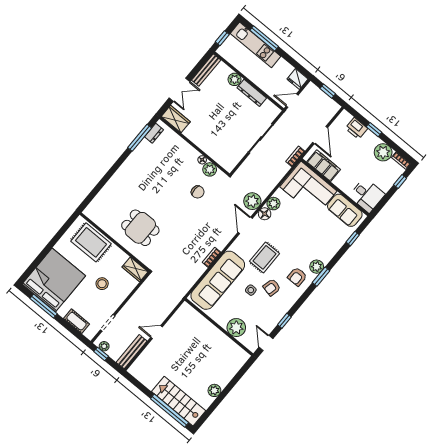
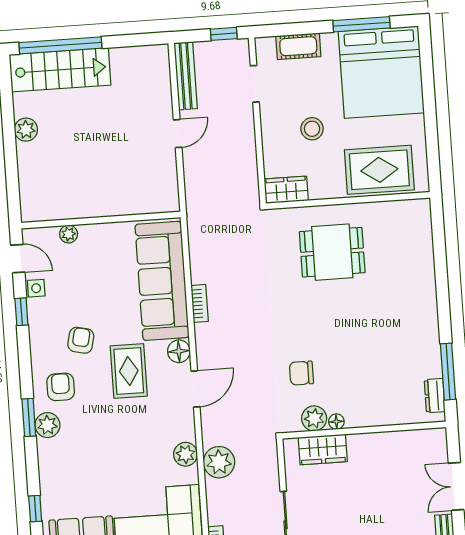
wardrobe: (176, 119) -> (323, 449), moved
plant: (252, 201) -> (219, 462), moved
floor lamp: (265, 214) -> (179, 351), moved
door: (245, 225) -> (195, 389), hinge flipped
side table: (251, 290) -> (36, 288), moved
plant: (236, 328) -> (69, 234), width x0.53, depth x0.53
plant: (104, 346) -> (229, 48), removed

